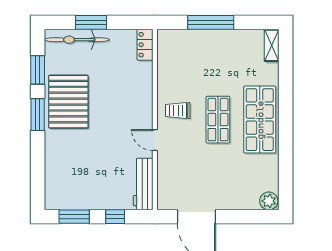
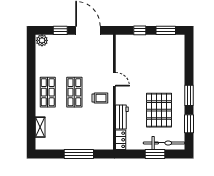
shelving: (272, 45) -> (40, 127), moved
pallet: (68, 102) -> (159, 110), moved
shop shelf: (260, 120) -> (48, 92), width x0.70, depth x0.74
workbench: (143, 184) -> (122, 117), moved, width x0.73
window: (240, 217) -> (60, 30), added

